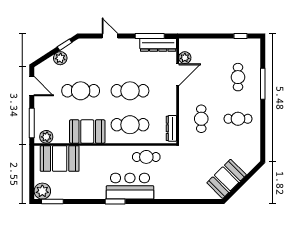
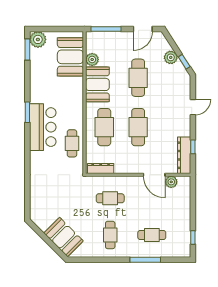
window: (150, 36) -> (193, 147), width x0.46
plant: (46, 137) -> (92, 59), moved
booth: (227, 179) -> (64, 237), moved

